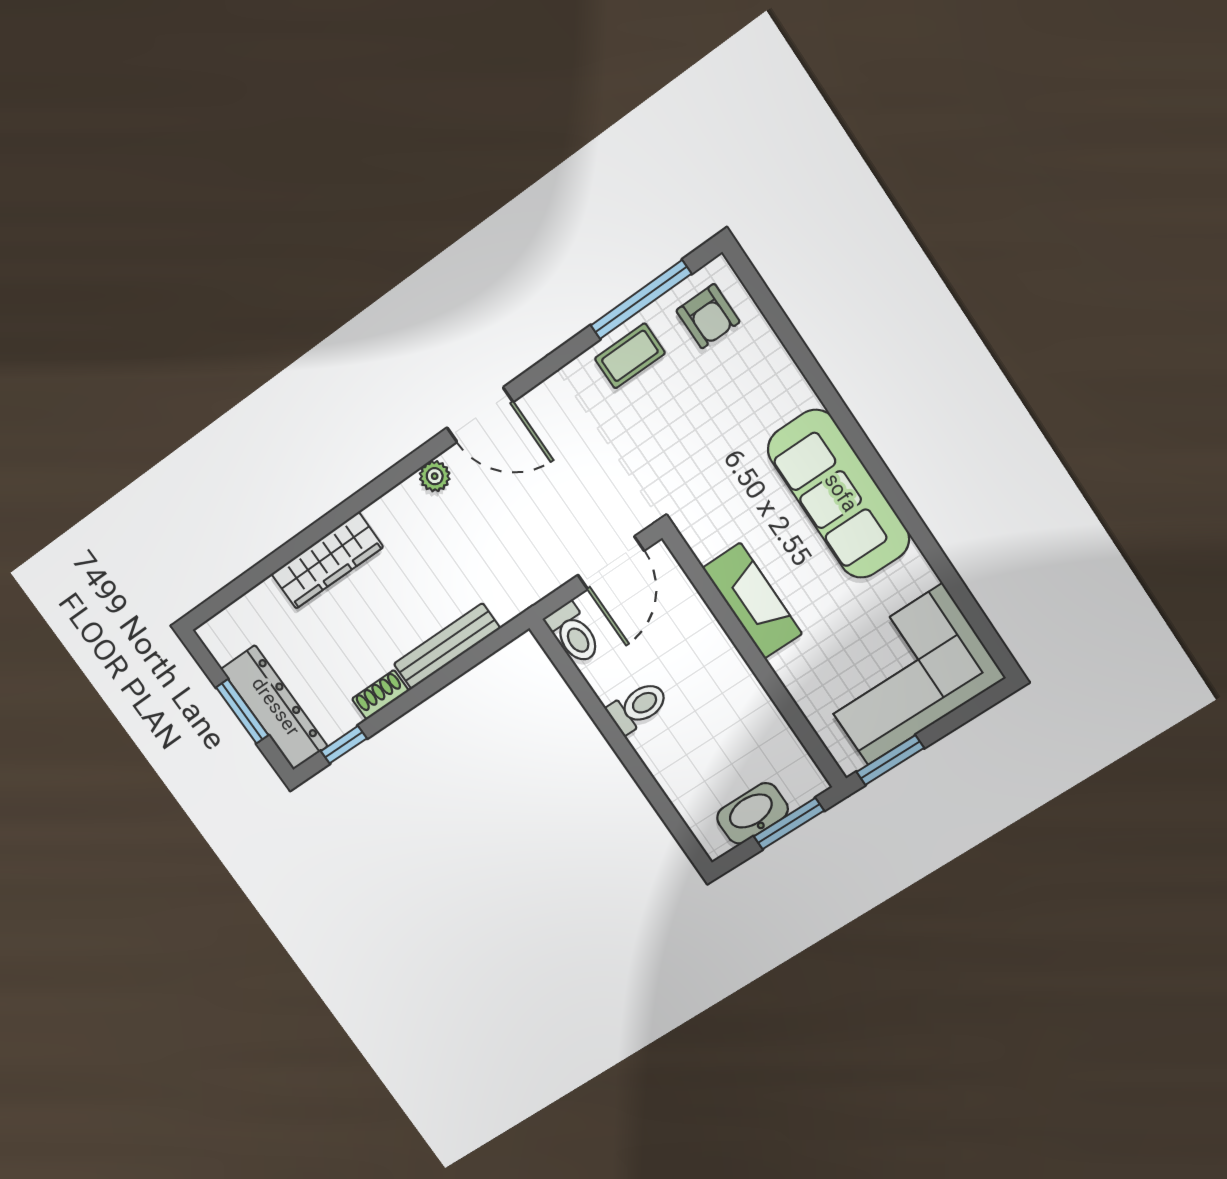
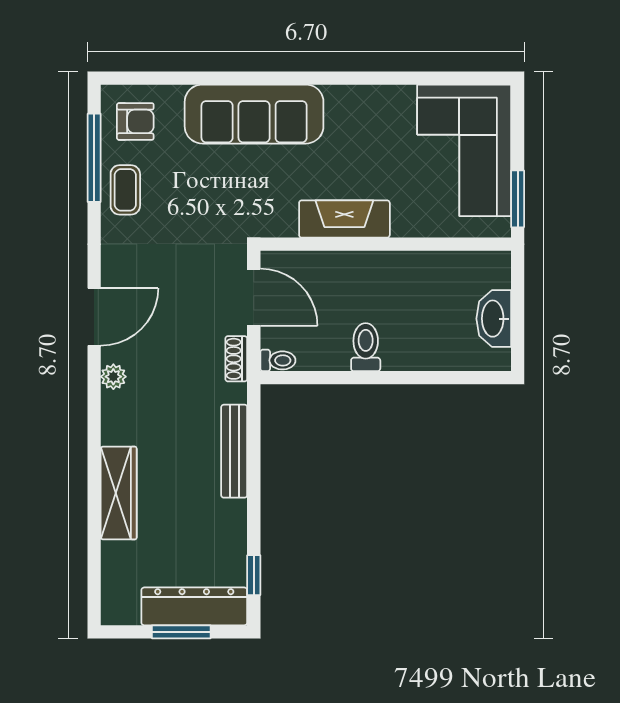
sofa: (839, 494) -> (254, 114), moved
toilet: (573, 633) -> (278, 360), width x0.73, depth x0.72
shoe rack: (380, 695) -> (236, 359), moved
window: (789, 824) -> (518, 298), removed

